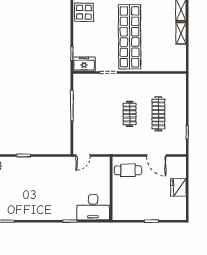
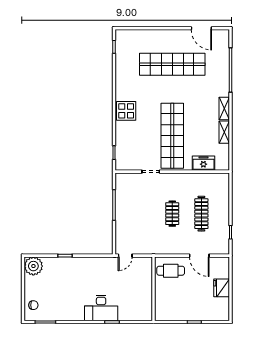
freezer: (84, 64) -> (203, 163), moved
desk: (93, 207) -> (101, 308), moved

